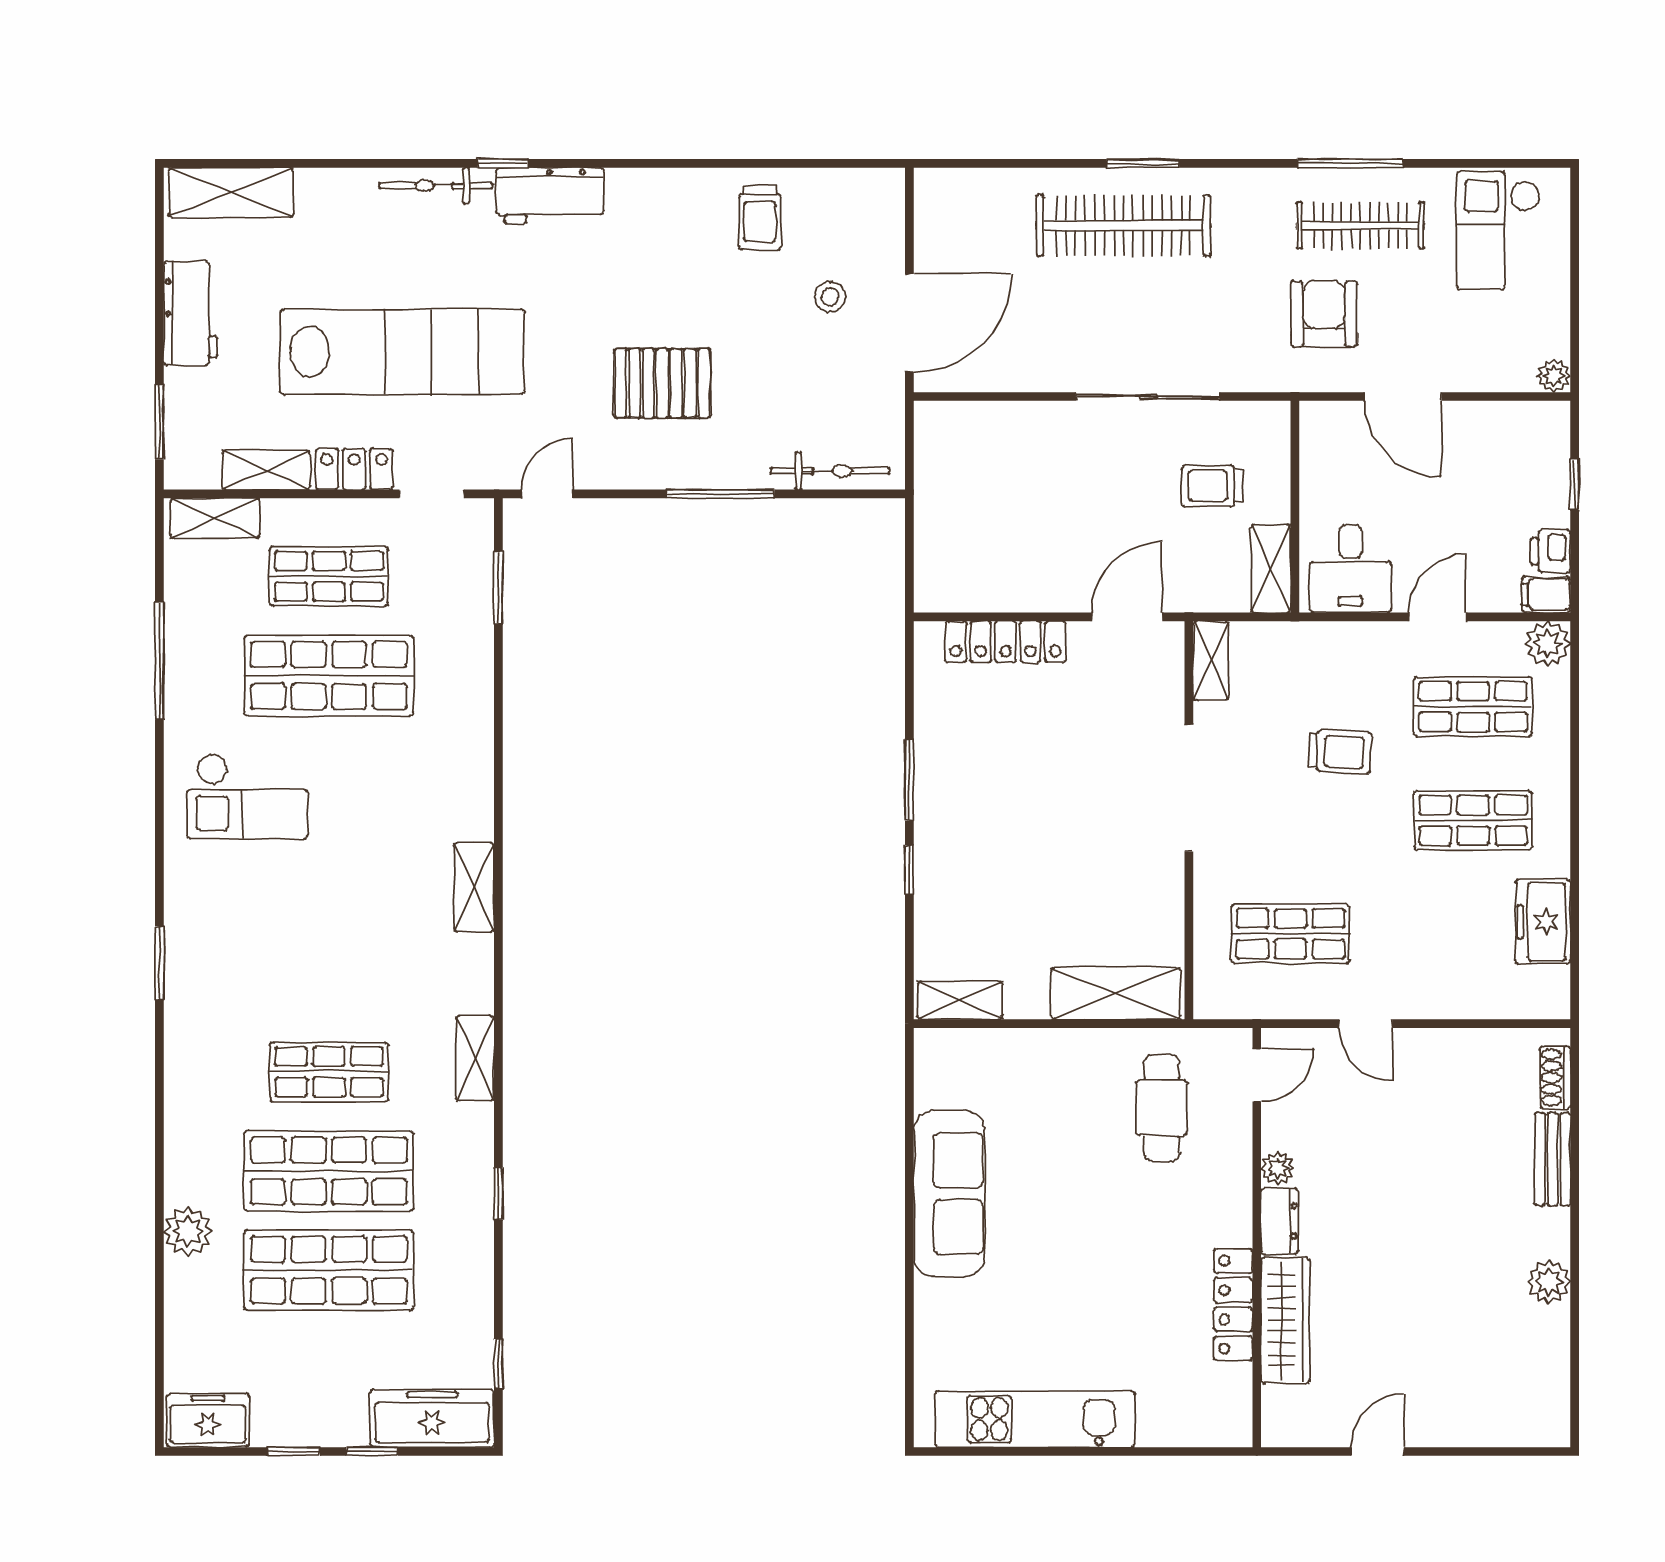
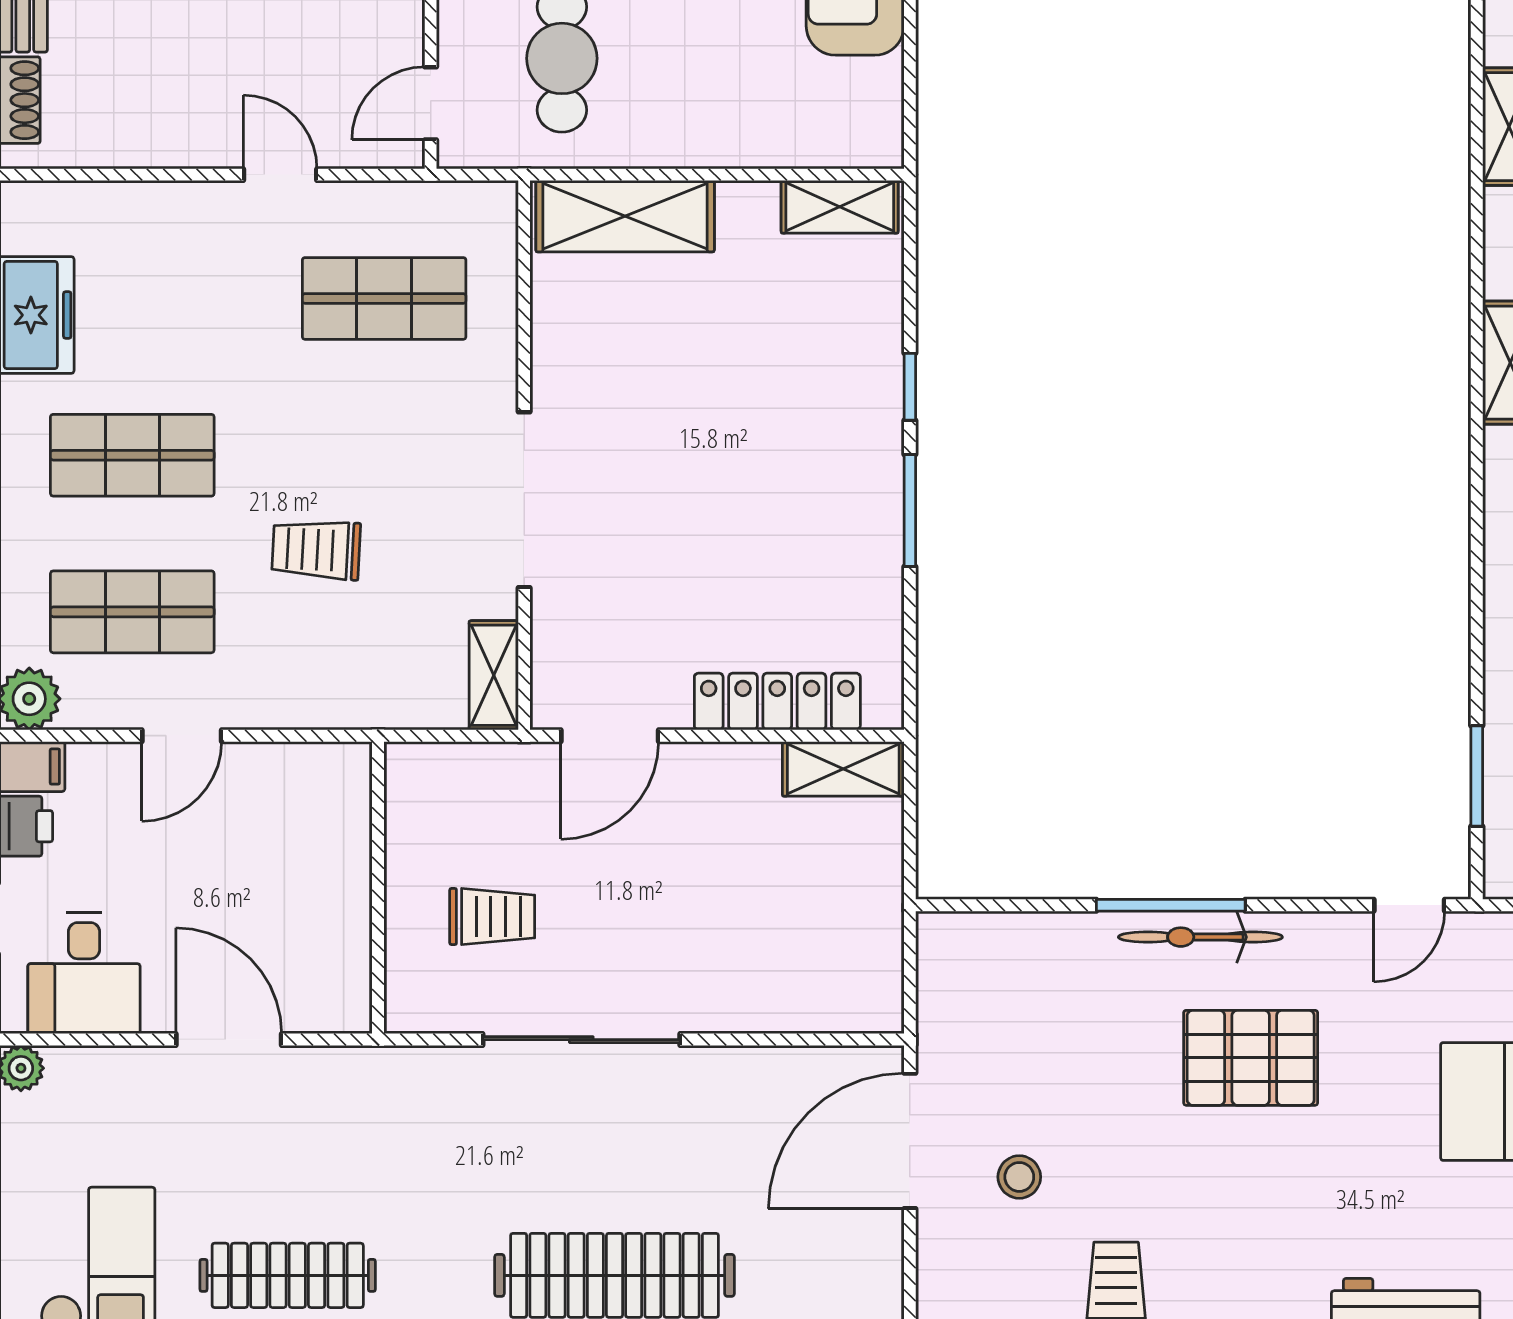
armchair: (1324, 314) -> (338, 1154), removed
bicycle: (830, 471) -> (1200, 937), moved
shelving: (1271, 569) -> (843, 769), moved, turned 90
desk: (1350, 569) -> (84, 973), moved, turned 180

